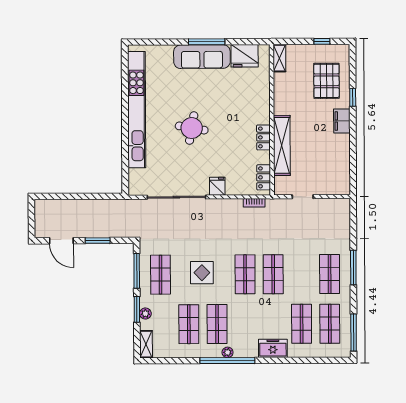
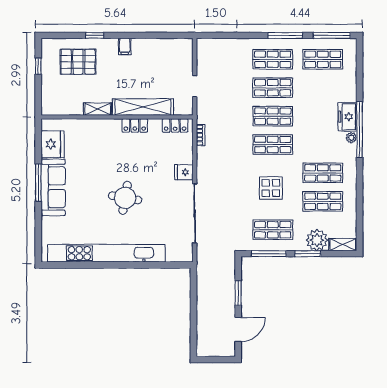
shelving: (279, 58) -> (98, 109), moved
filing cabinet: (342, 121) -> (125, 46), width x0.50
window: (353, 268) -> (285, 35), moved
plant: (145, 314) -> (317, 240), width x1.88, depth x1.88
shop shelf: (302, 324) -> (273, 88), moved
plant: (228, 352) -> (351, 138), moved
window: (227, 361) -> (360, 130), moved

